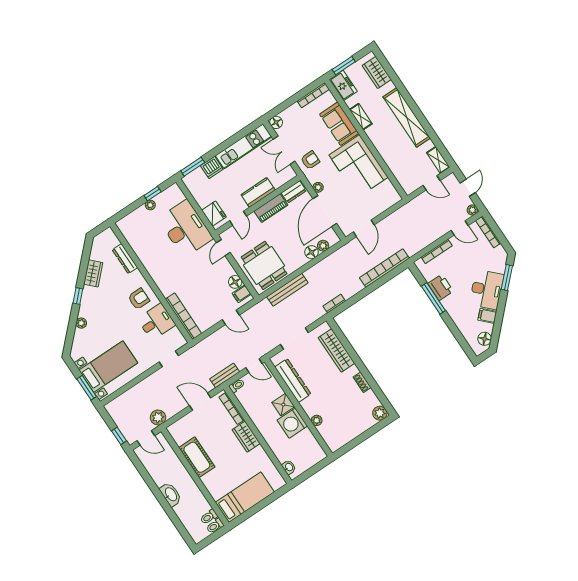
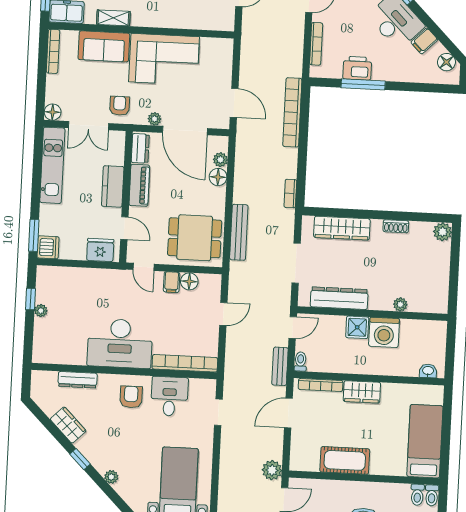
dishwasher: (212, 167) -> (48, 247), moved
desk: (186, 229) -> (120, 343), moved, turned 180
filing cabinet: (242, 294) -> (172, 282), moved

